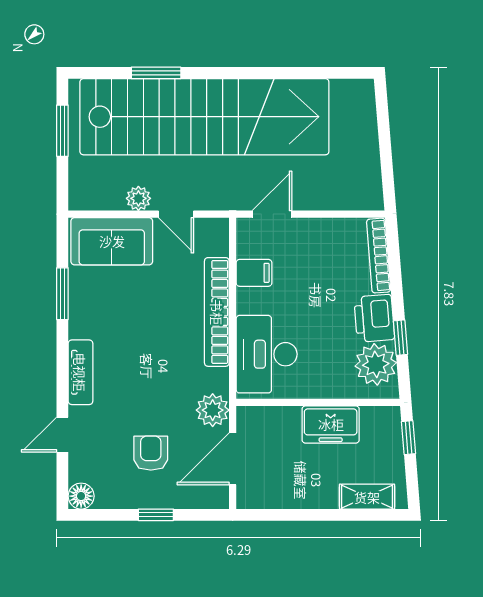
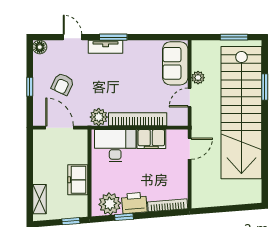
door: (272, 214) -> (190, 149), hinge flipped
filing cabinet: (254, 273) -> (151, 139), width x2.00
window: (62, 294) -> (113, 37), moved
plant: (213, 410) -> (99, 117), moved
armchair: (151, 453) -> (63, 84), turned 115

